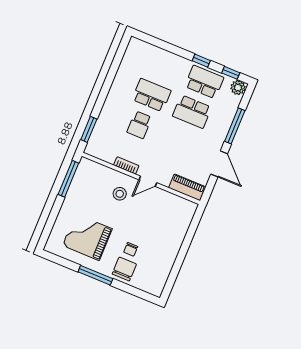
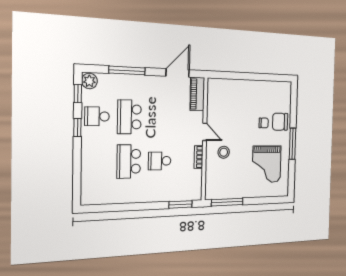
school desk: (204, 82) -> (97, 116), width x0.54
school desk: (192, 112) -> (129, 117), turned 180
school desk: (139, 125) -> (160, 161), turned 180
door: (219, 164) -> (178, 73), moved

